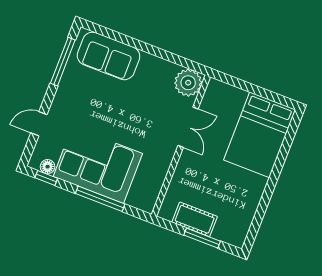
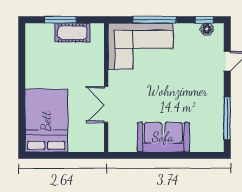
sofa: (109, 56) -> (163, 137), moved
plant: (188, 83) -> (120, 140), removed
corner sofa: (98, 165) -> (141, 46), moved

